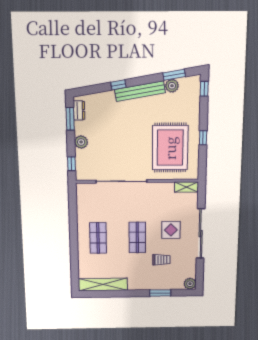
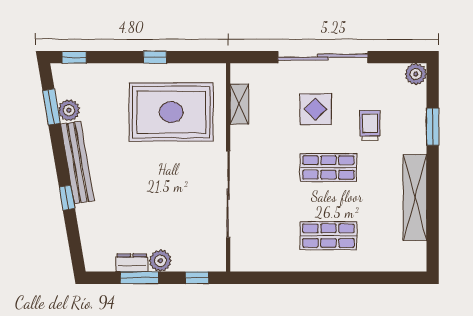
dresser: (79, 110) -> (132, 263), moved
window: (70, 119) -> (139, 278), moved
shelving: (186, 187) -> (239, 104), moved
shelving: (103, 284) -> (415, 198), moved

